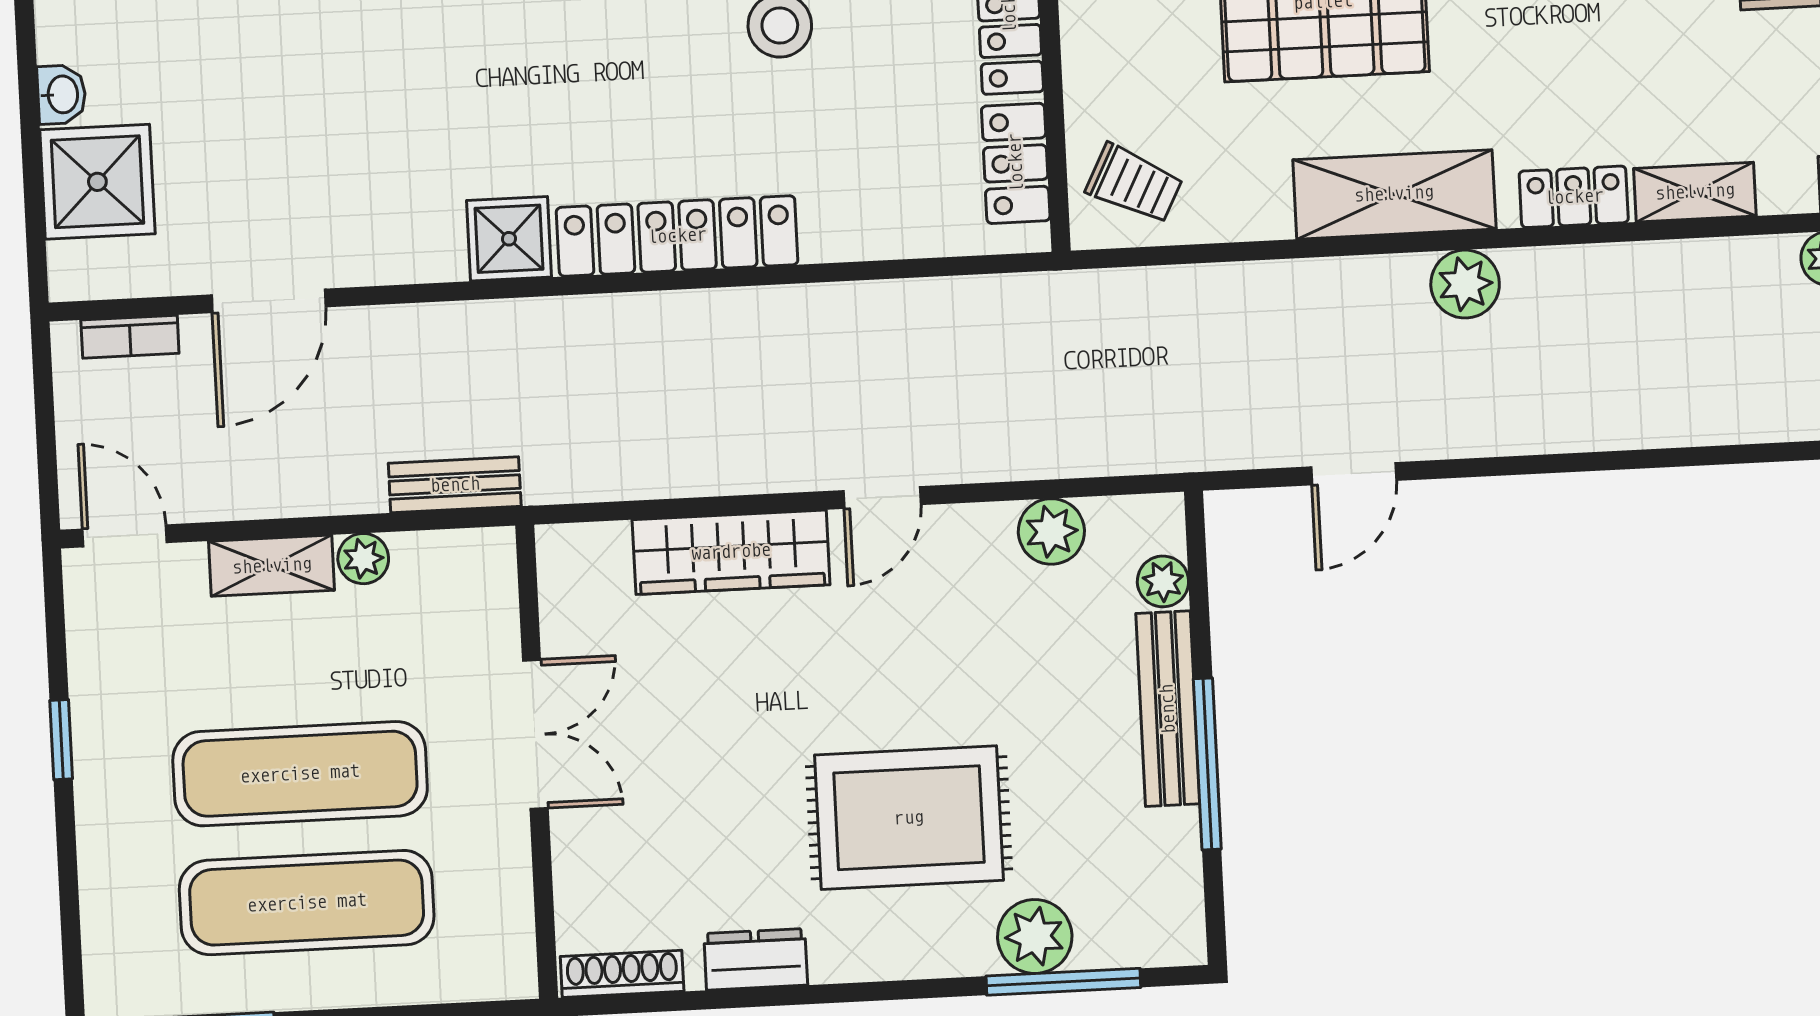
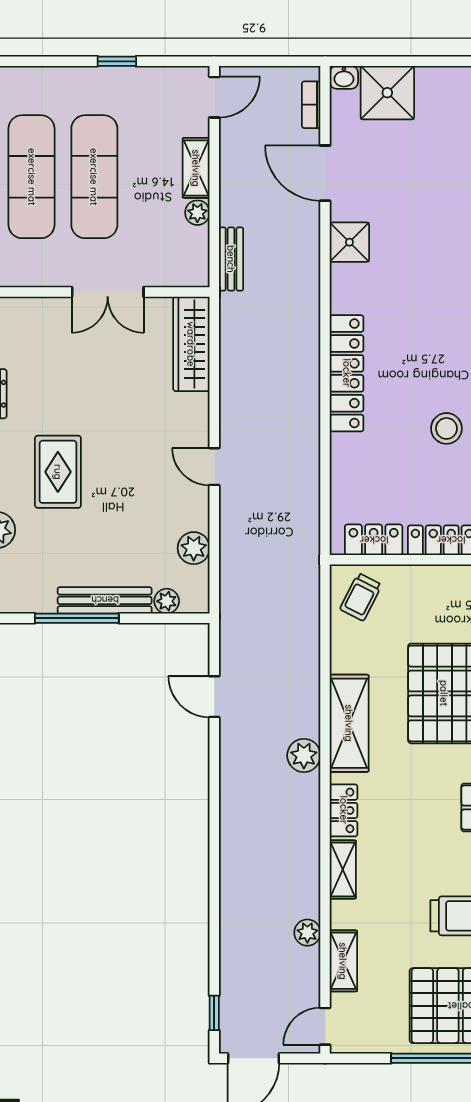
washbasin: (61, 94) -> (344, 77), moved
shower: (509, 239) -> (349, 242), moved
wardrobe: (731, 552) -> (191, 344), moved
rug: (909, 818) -> (58, 472), width x0.73, depth x0.70

